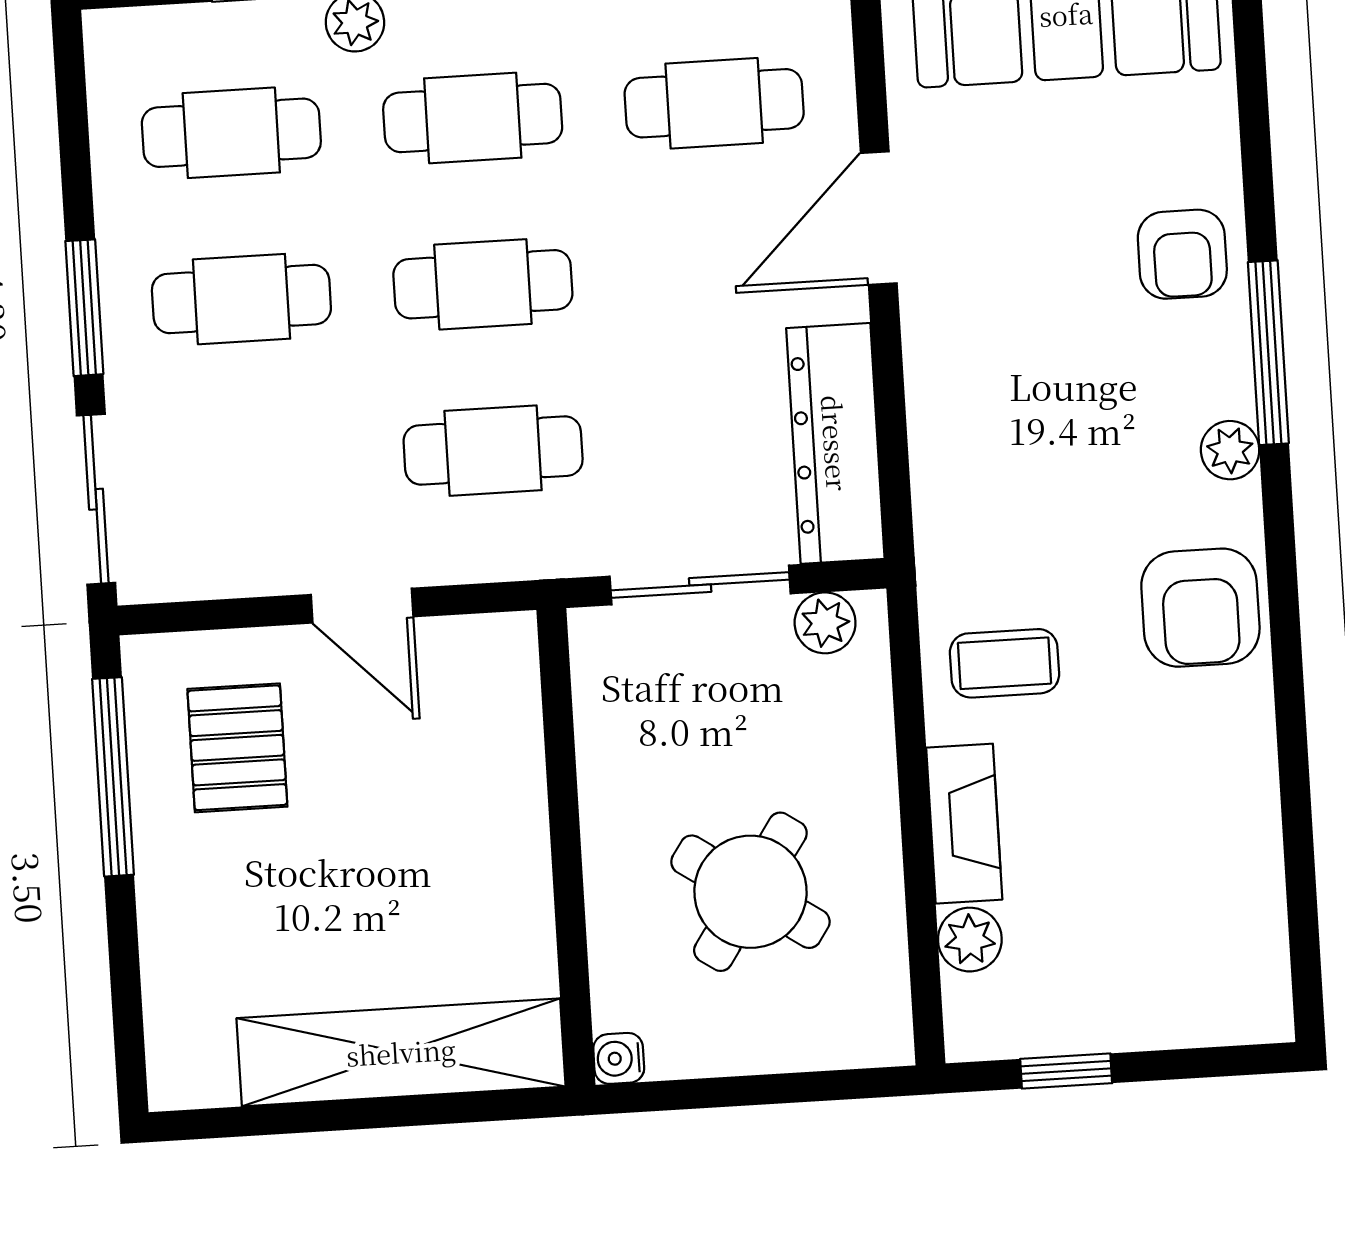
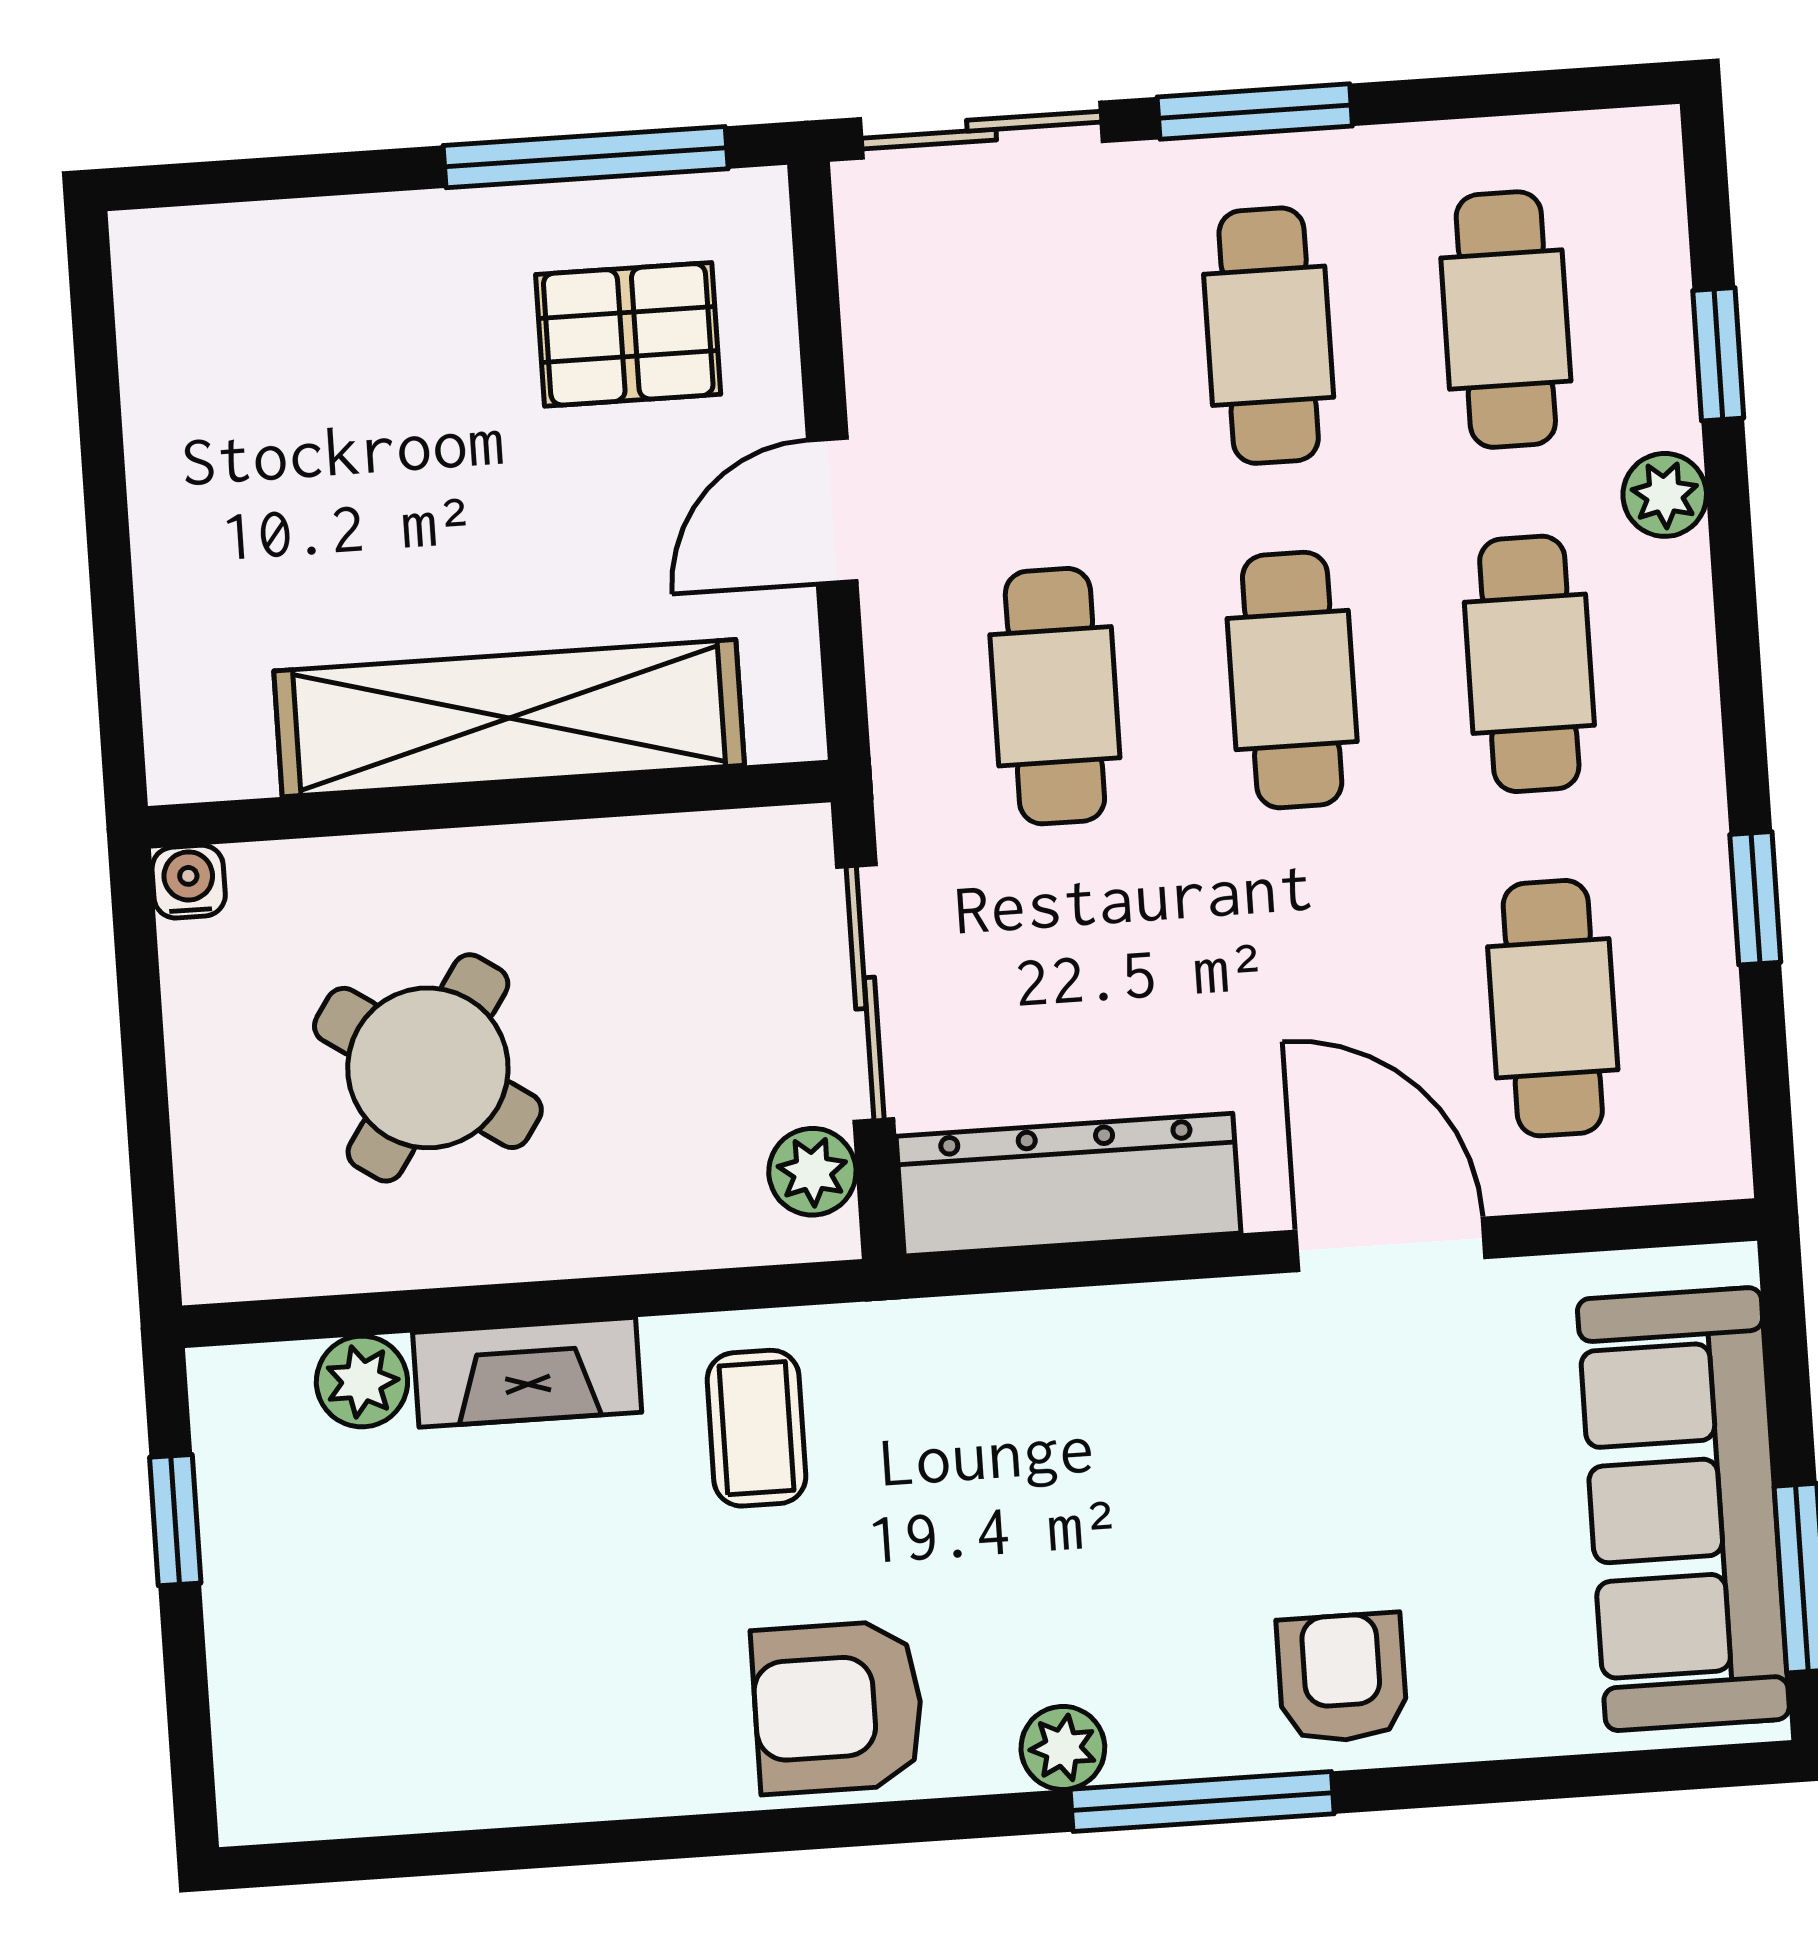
armchair: (1182, 254) -> (1342, 1678), turned 90
shelving: (401, 1052) -> (509, 718), moved, turned 90

